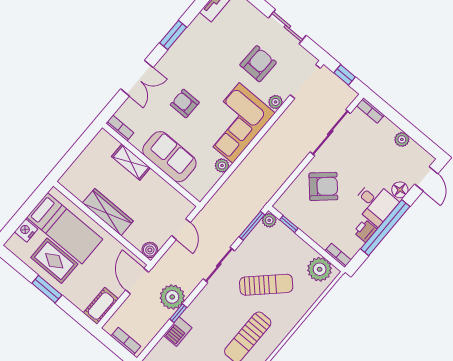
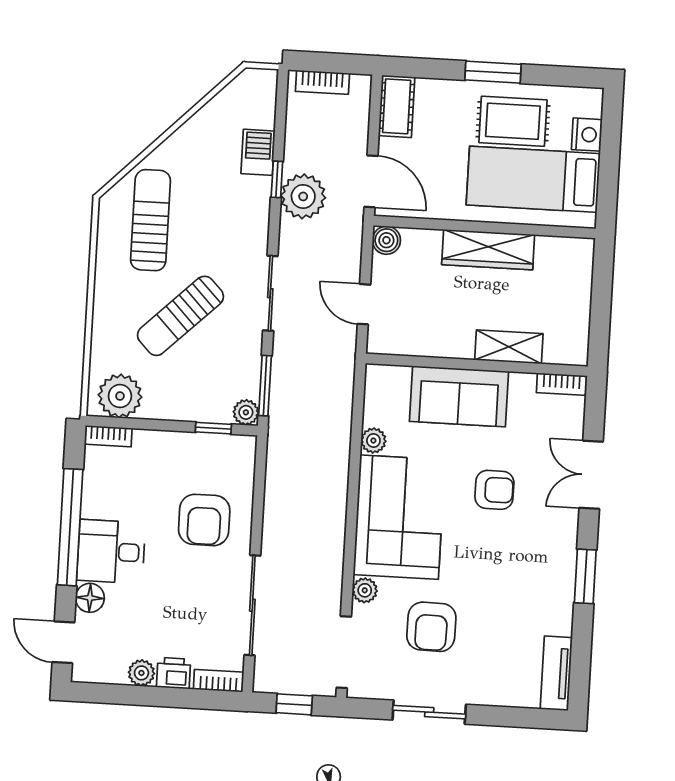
armchair: (323, 186) -> (204, 520), turned -48
printer: (365, 231) -> (174, 673), moved, turned -90

